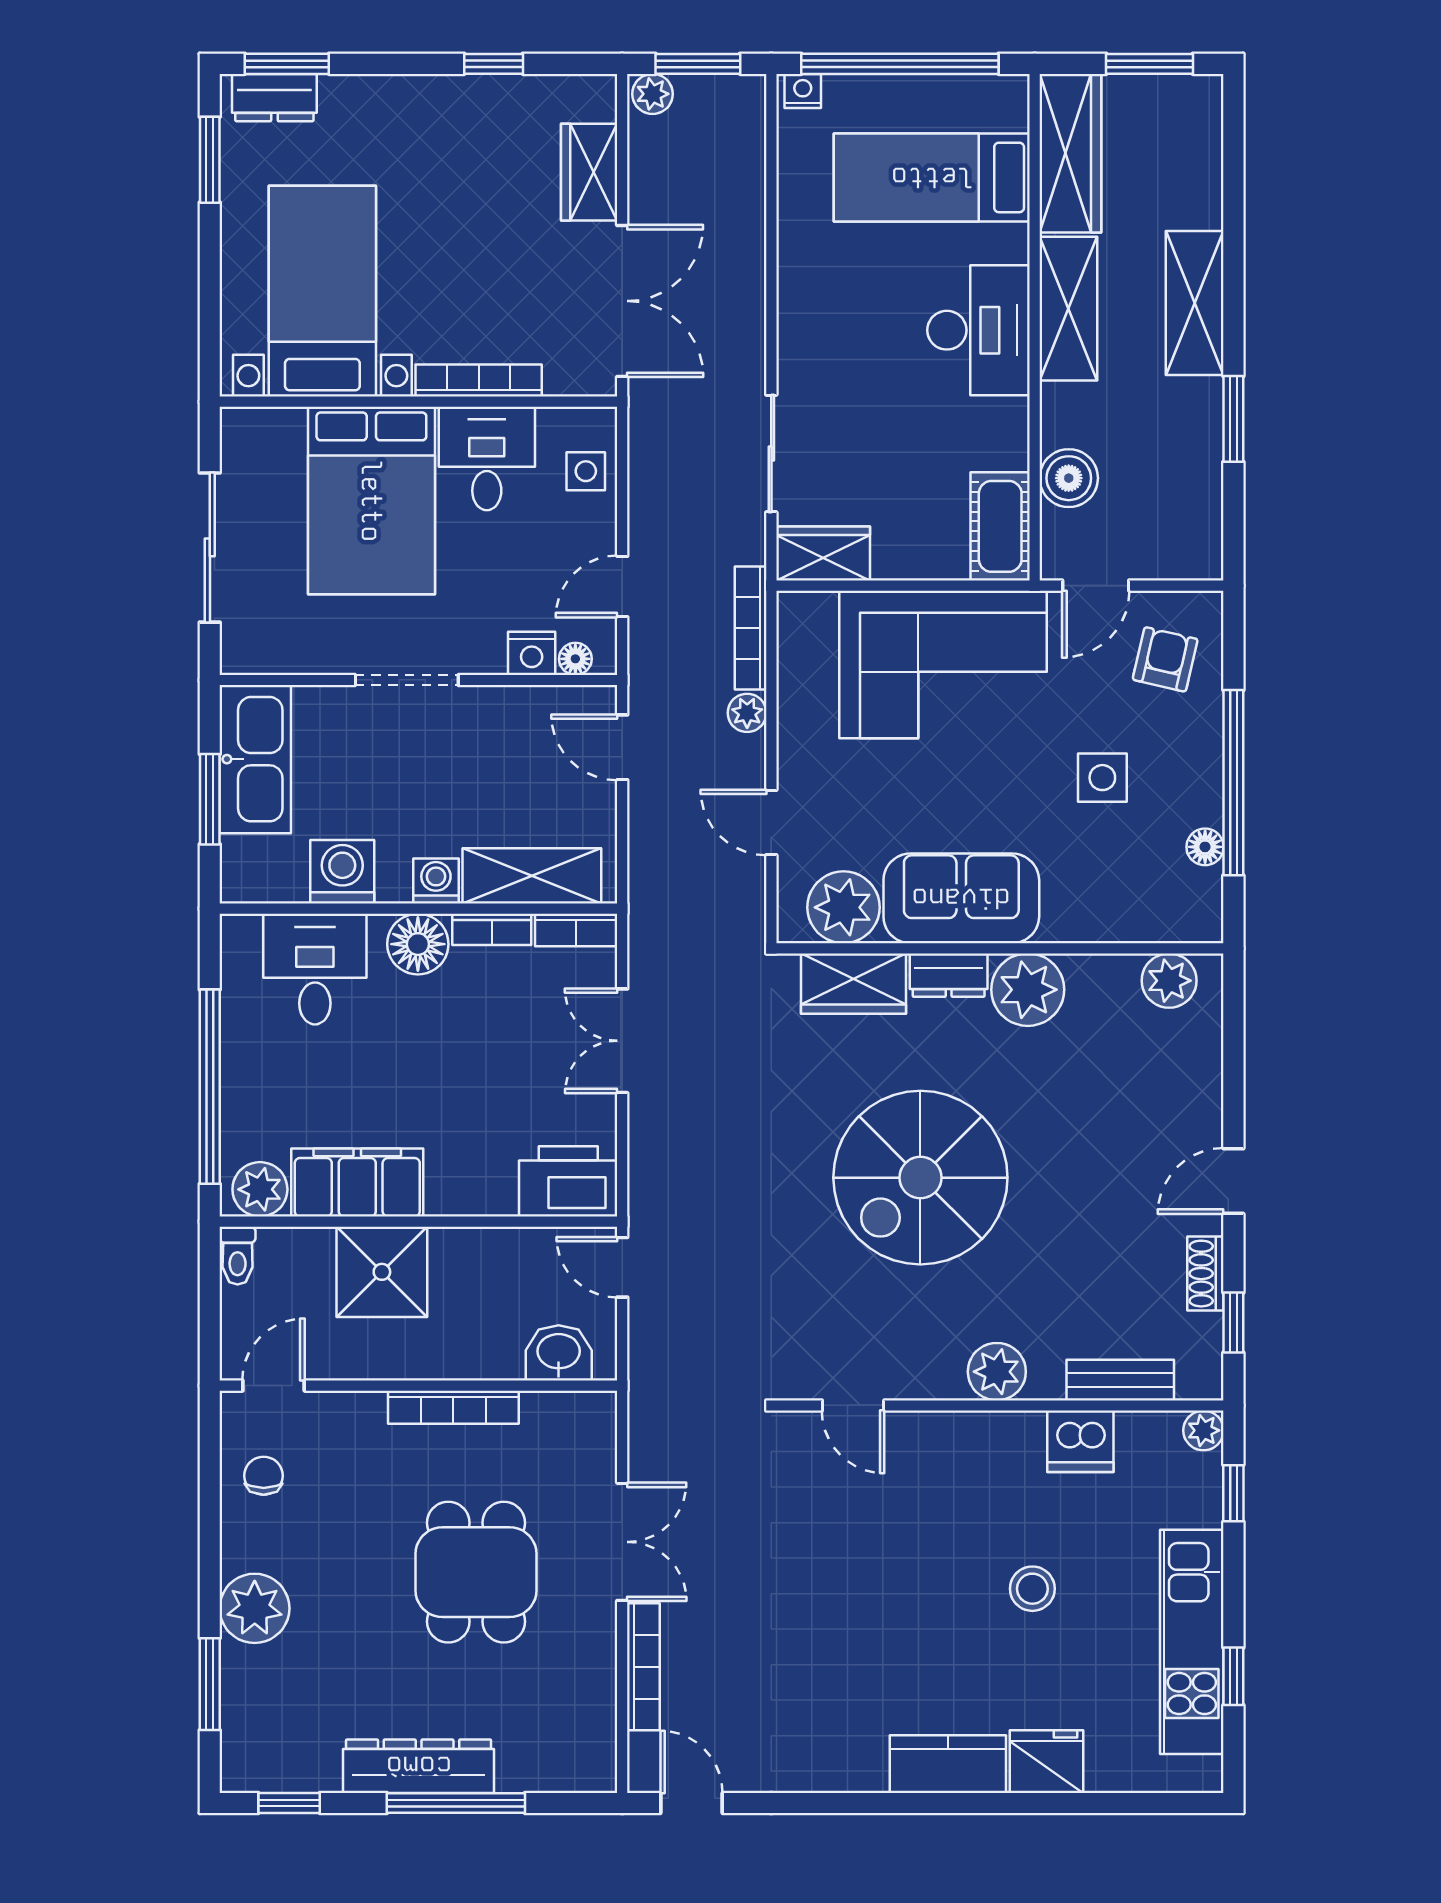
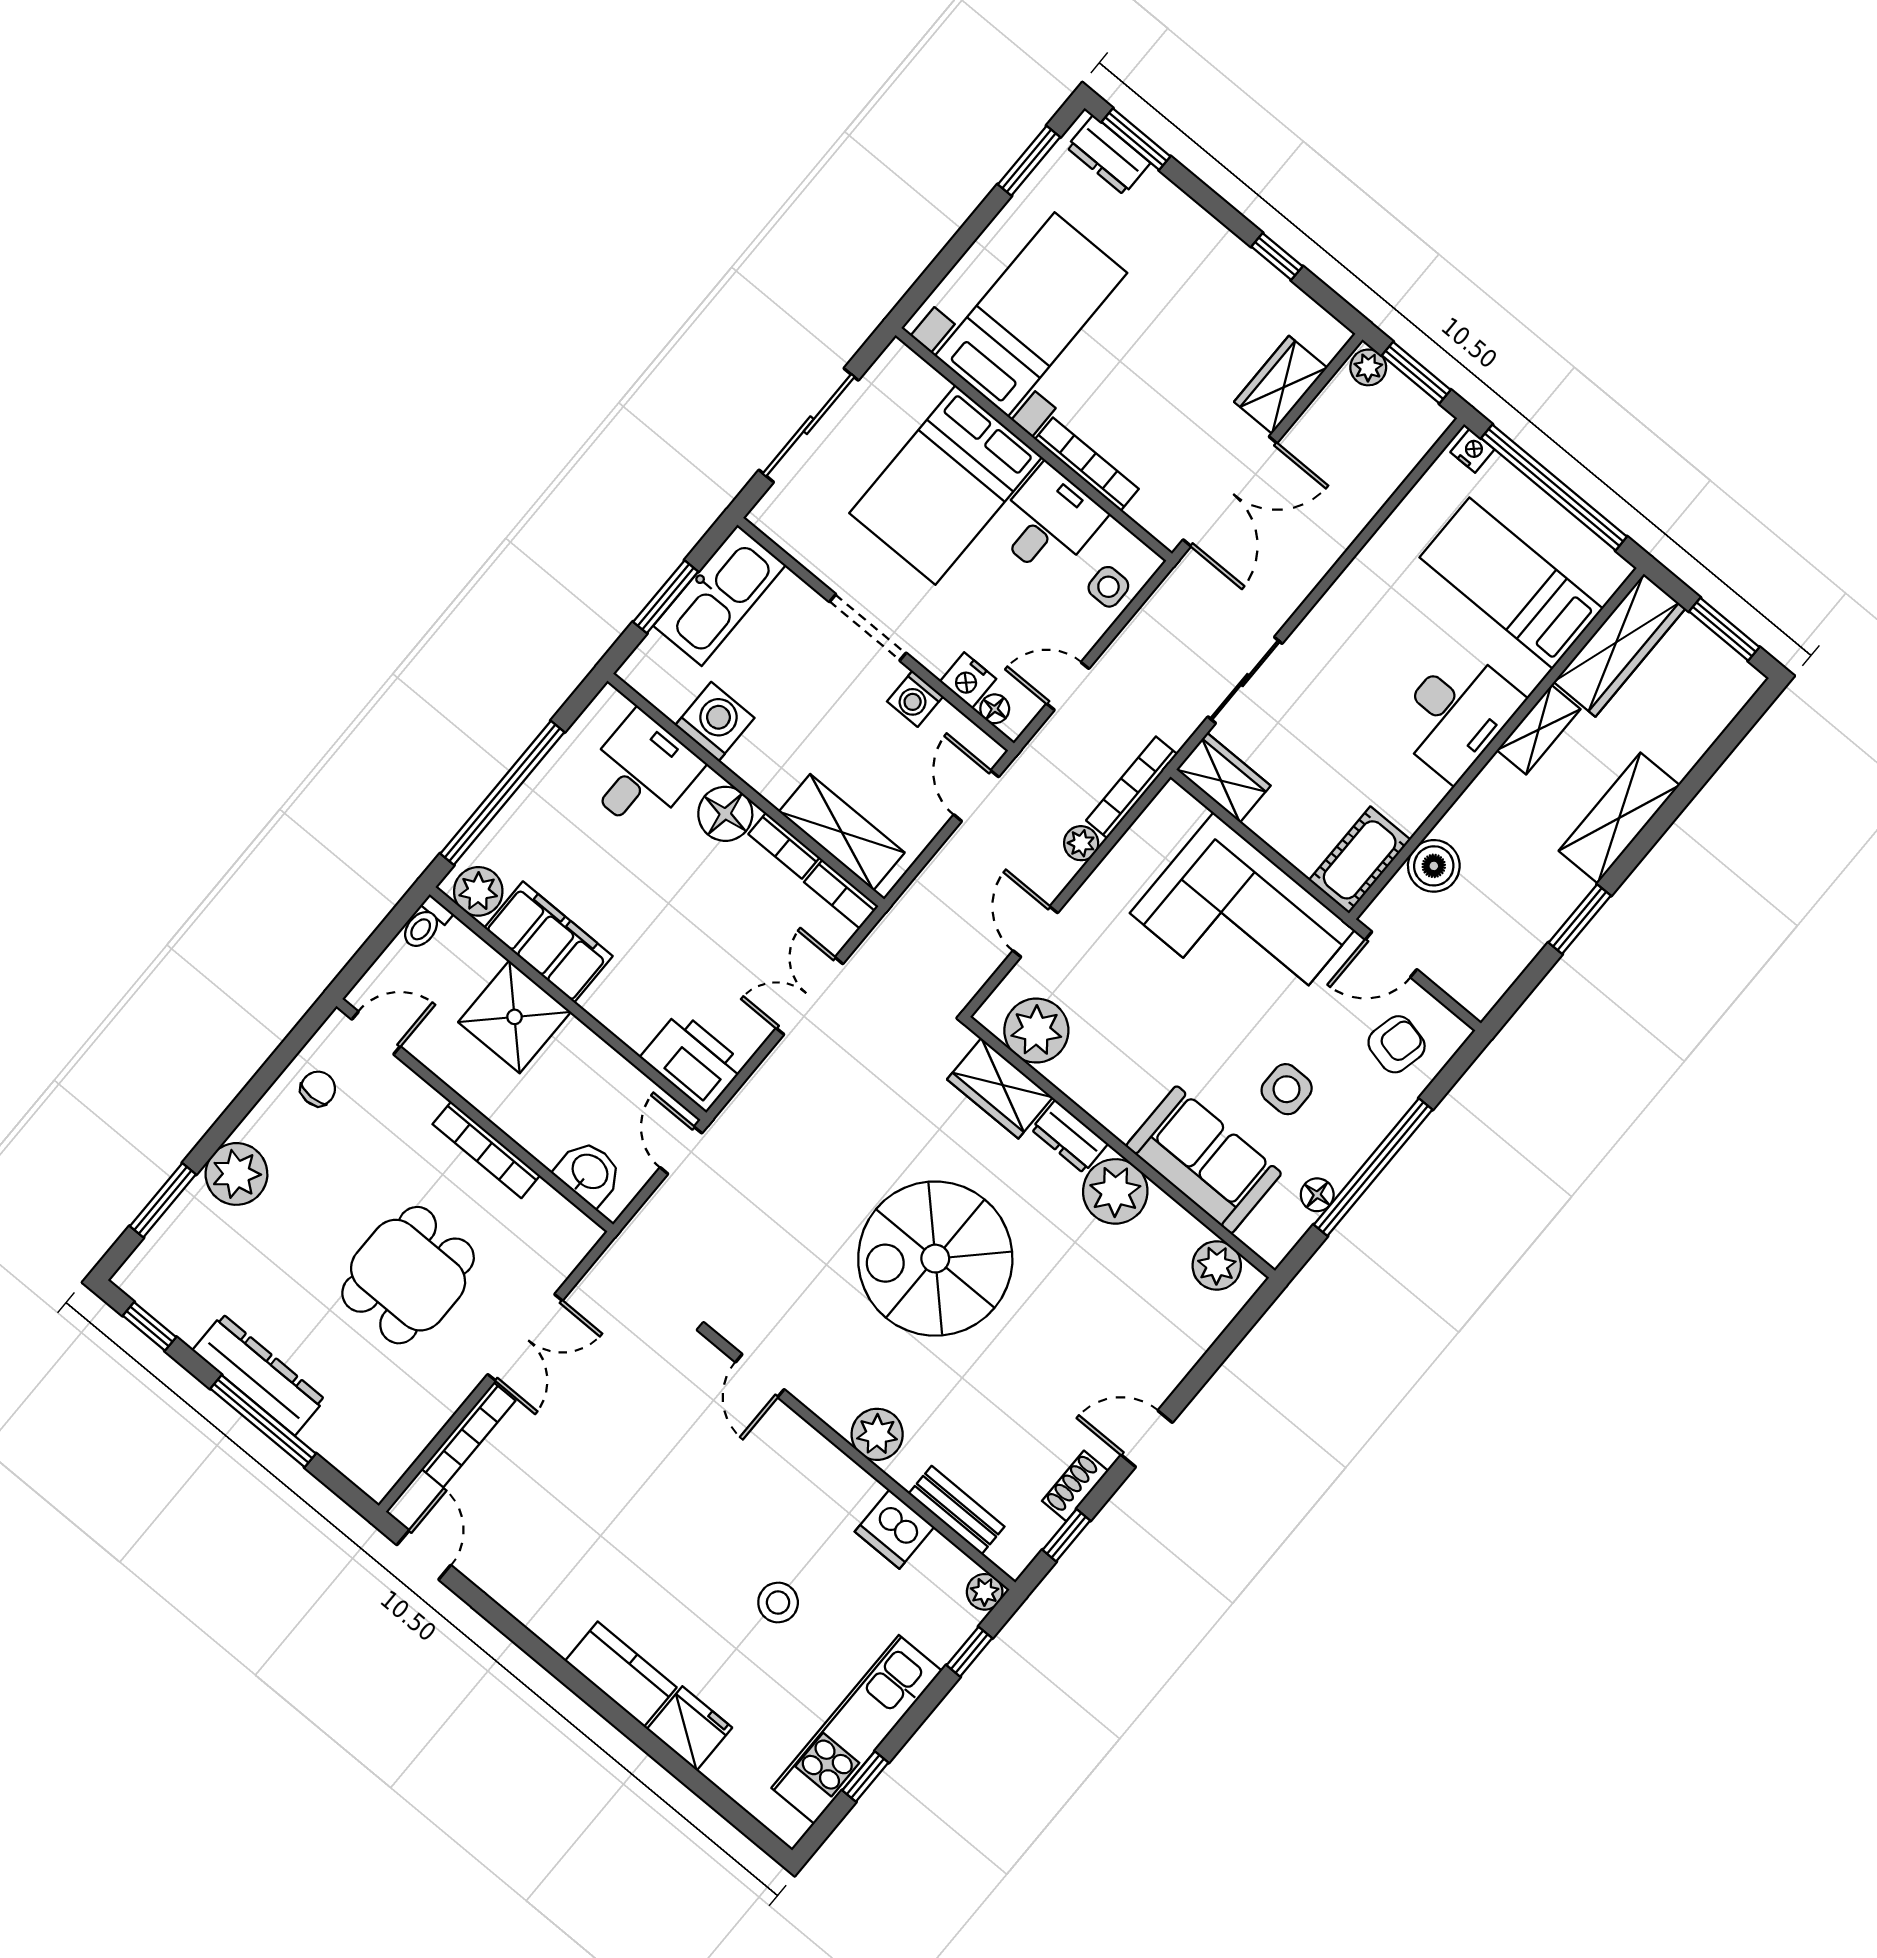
shelving: (1068, 309) -> (1539, 730), width x0.67, depth x0.75
washing machine: (436, 881) -> (915, 699), moved, turned 180
sofa: (961, 898) -> (1204, 1160), moved

